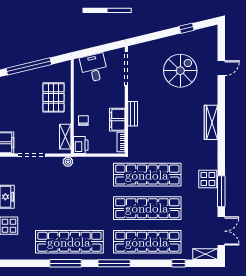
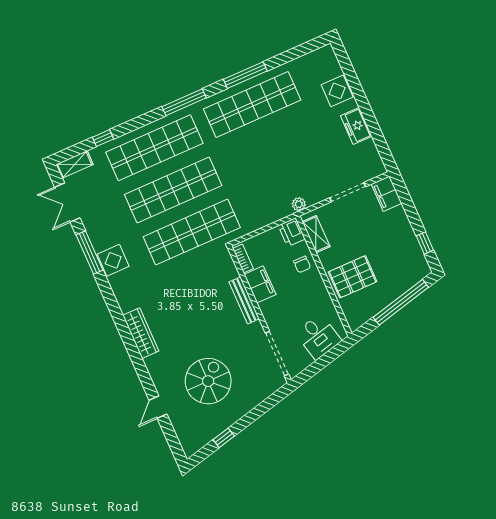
spiral stairs: (180, 71) -> (208, 381), turned 180
pallet: (53, 97) -> (353, 277), turned 90
bench: (133, 114) -> (244, 300), width x1.36

